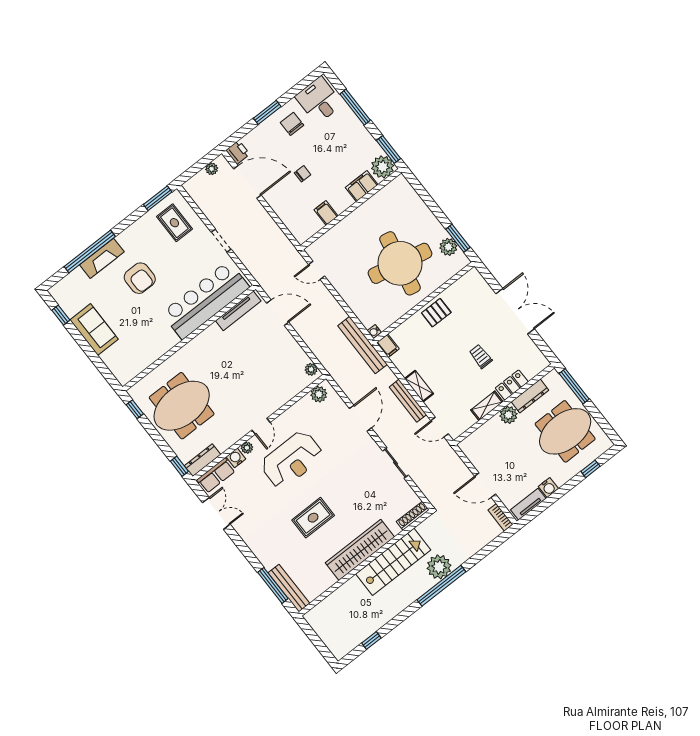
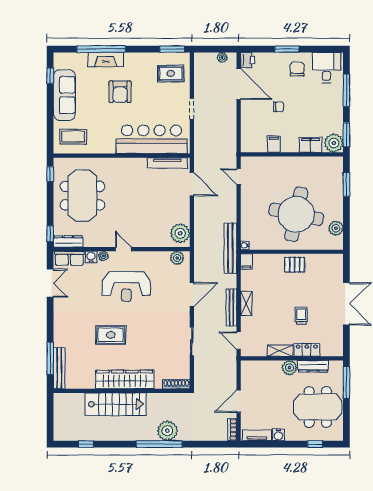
rug: (174, 223) -> (171, 73), turned 90
window: (458, 238) -> (346, 184), moved
sofa: (94, 330) -> (64, 95), width x1.36
coffee table: (128, 356) -> (73, 137), added
plant: (311, 369) -> (180, 233), width x1.88, depth x1.88
meeting table: (182, 406) -> (82, 196), turned 90
door: (261, 426) -> (123, 249), swing flipped
door: (485, 485) -> (239, 401), hinge flipped
stairs: (393, 562) -> (116, 404), moved

